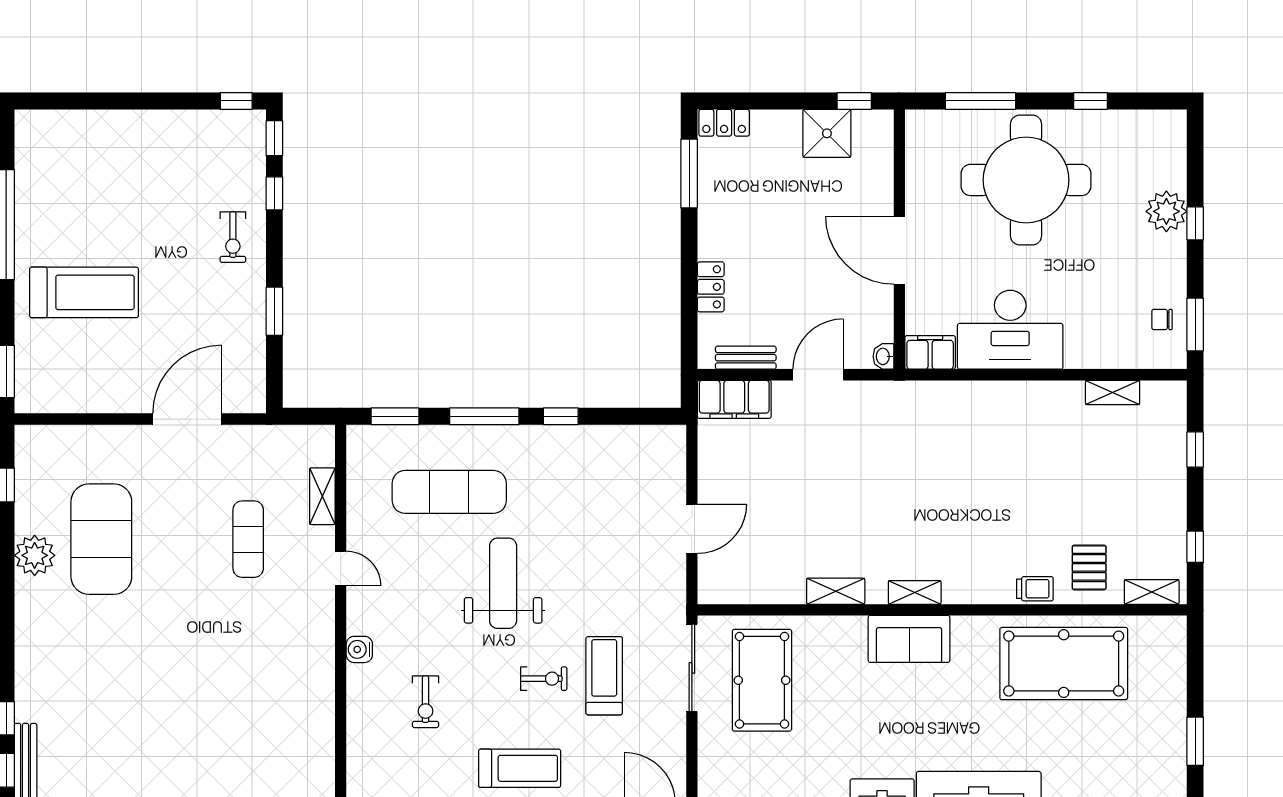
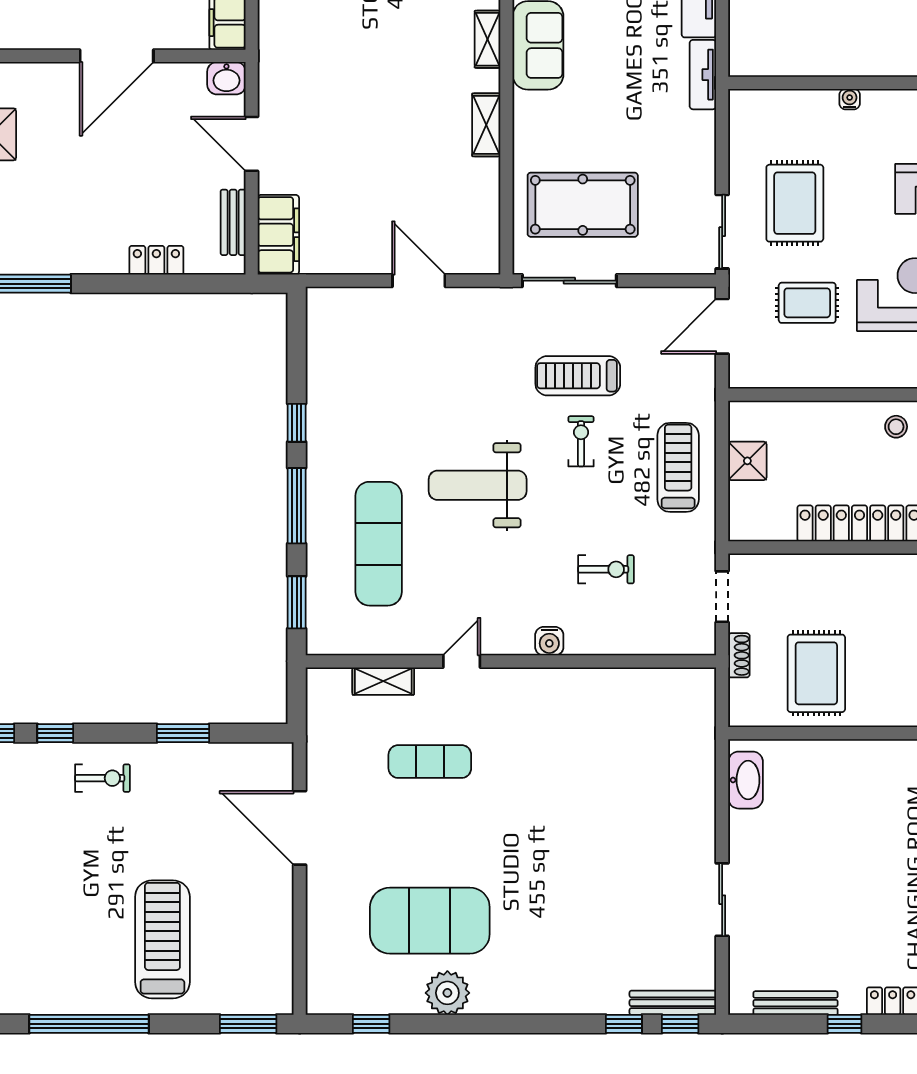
washbasin: (883, 356) -> (226, 78), width x1.38, depth x1.45

